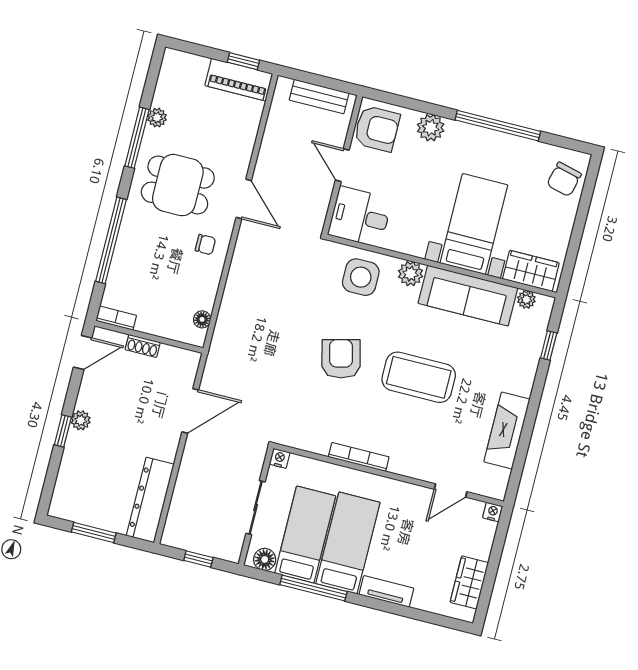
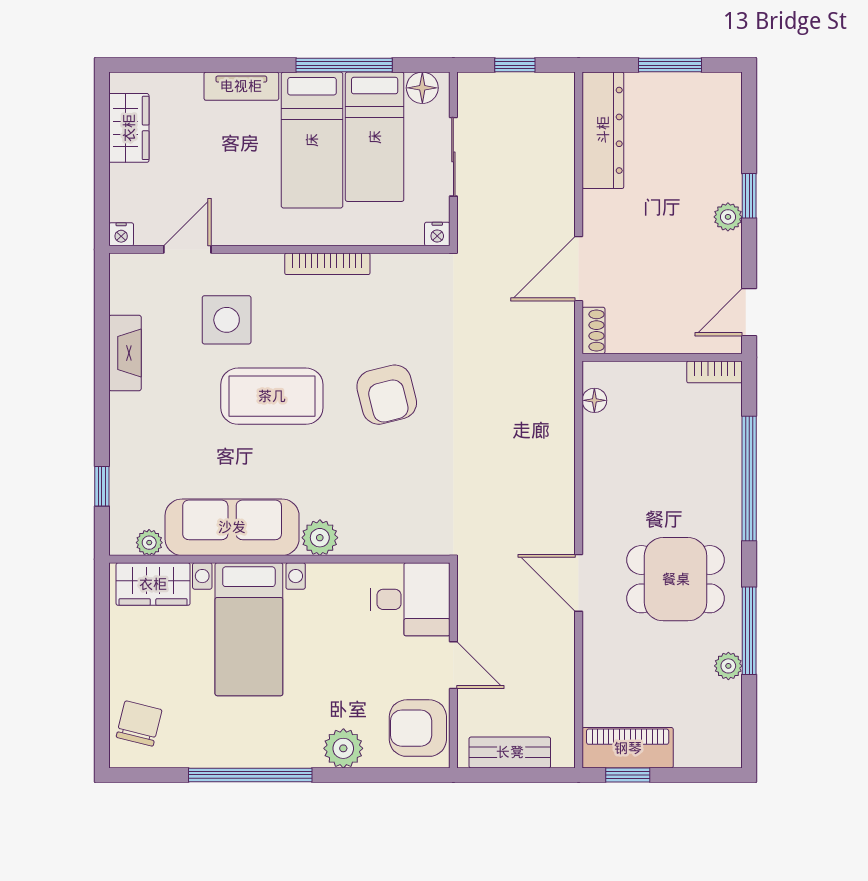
chair: (205, 244) -> (616, 506), removed
side table: (361, 277) -> (227, 320), moved
shoe rack: (143, 346) -> (593, 330), moved, turned 90
fireplace: (507, 431) -> (125, 353), width x0.73, depth x0.76

